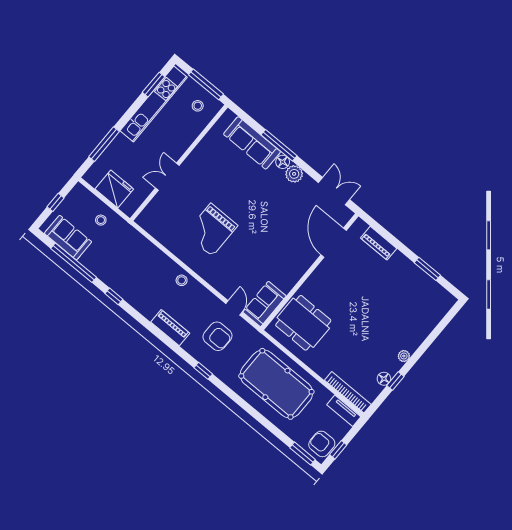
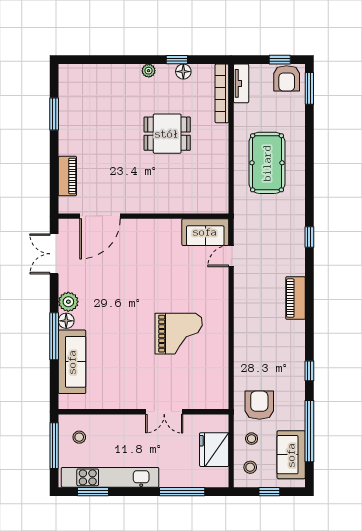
stool: (182, 280) -> (250, 467), moved
dining table: (303, 323) -> (167, 134), moved, width x0.73
armchair: (218, 336) -> (259, 405), moved
pool table: (276, 384) -> (267, 163), width x0.73, depth x0.76

